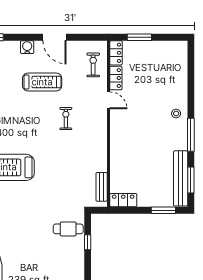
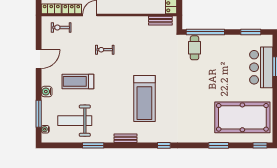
water cooler: (27, 47) -> (47, 92), moved
treadmill: (42, 82) -> (78, 81), moved, turned -90
window: (88, 242) -> (205, 32), width x3.17

